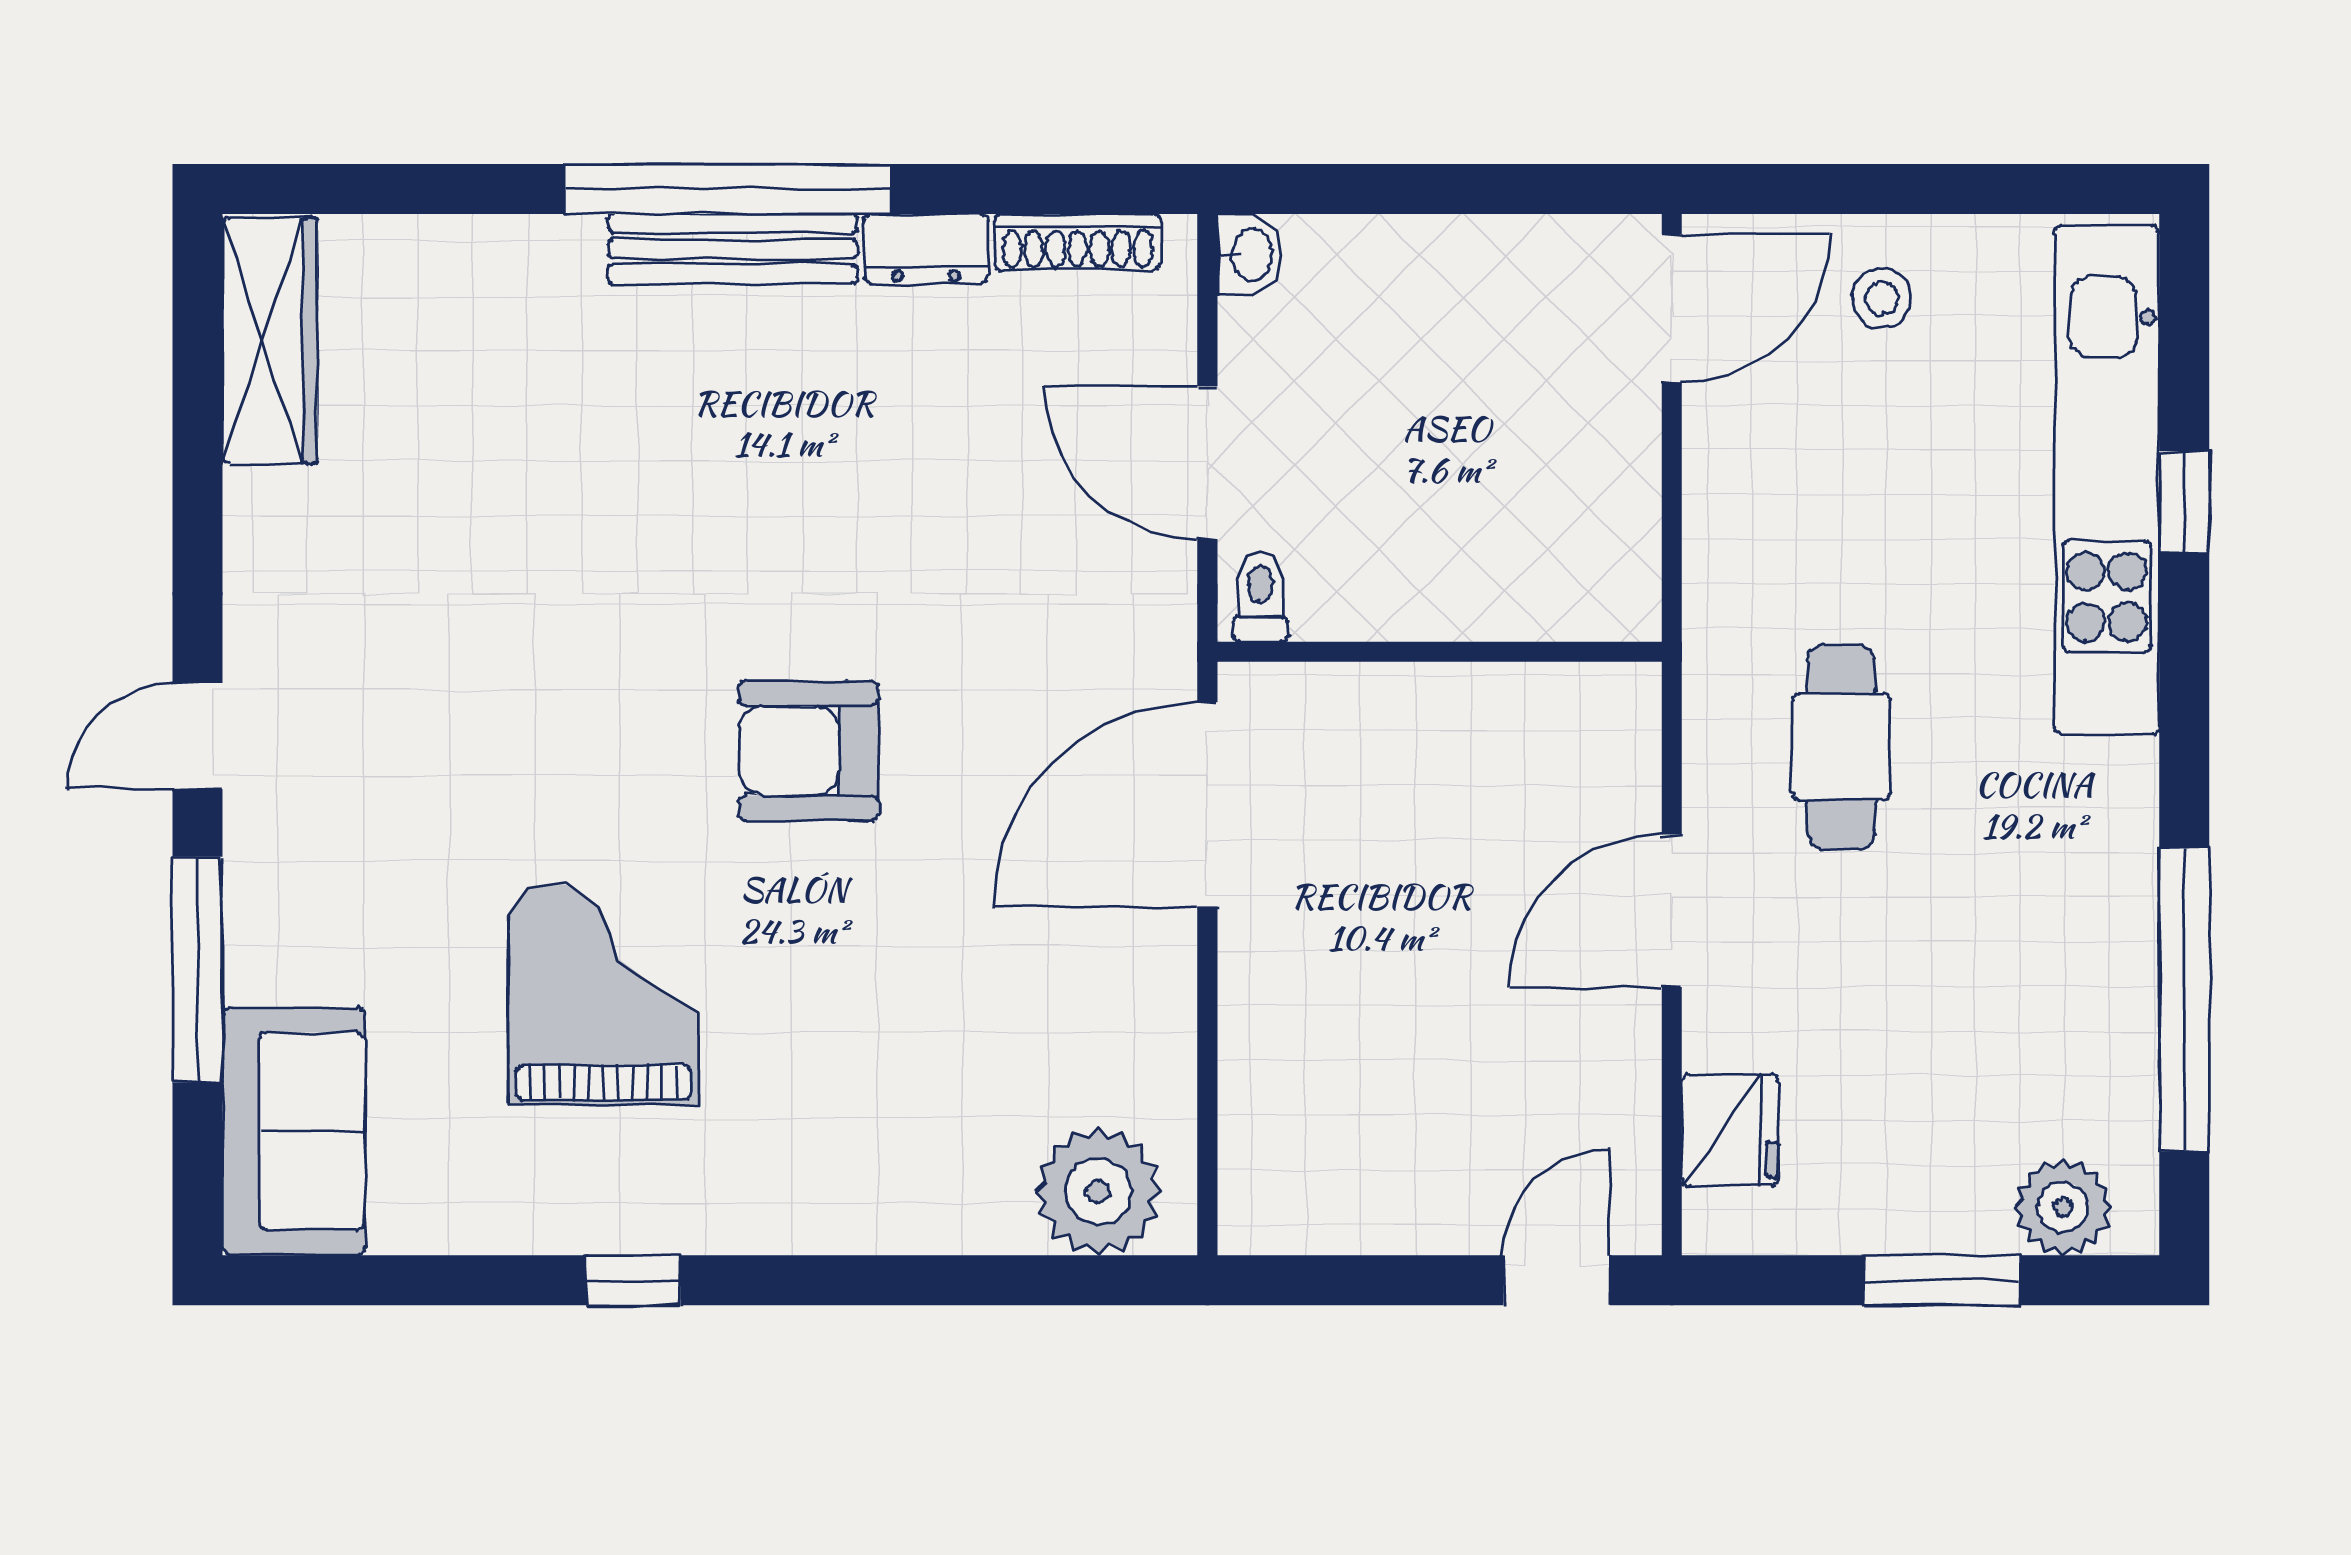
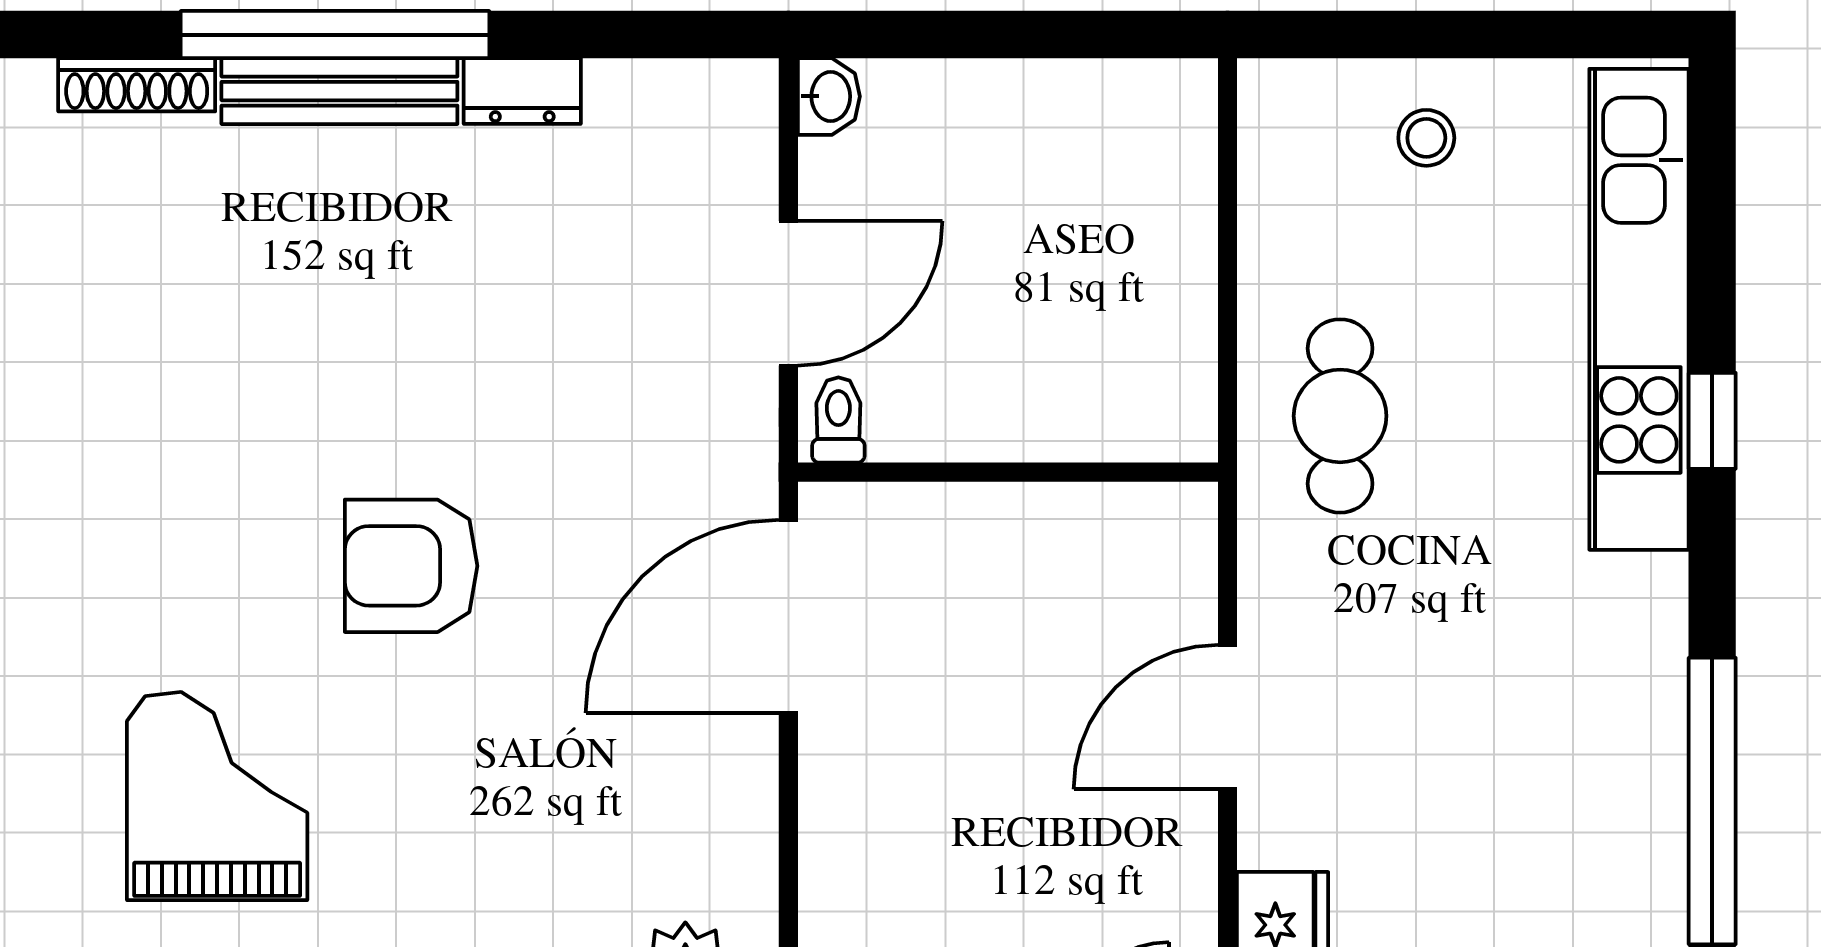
shoe rack: (1078, 242) -> (137, 85), moved
door: (1672, 308) -> (1228, 147), removed
door: (1207, 463) -> (788, 293), swing flipped
window: (2184, 502) -> (1712, 421), moved
cafe table: (1841, 747) -> (1340, 416), moved

